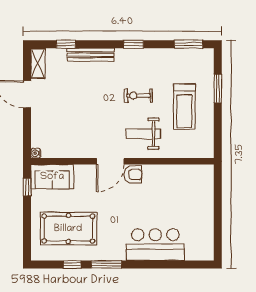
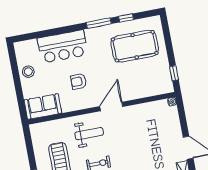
armchair: (133, 174) -> (79, 81), moved
sofa: (52, 177) -> (43, 107), moved
stool: (202, 222) -> (28, 72), added

